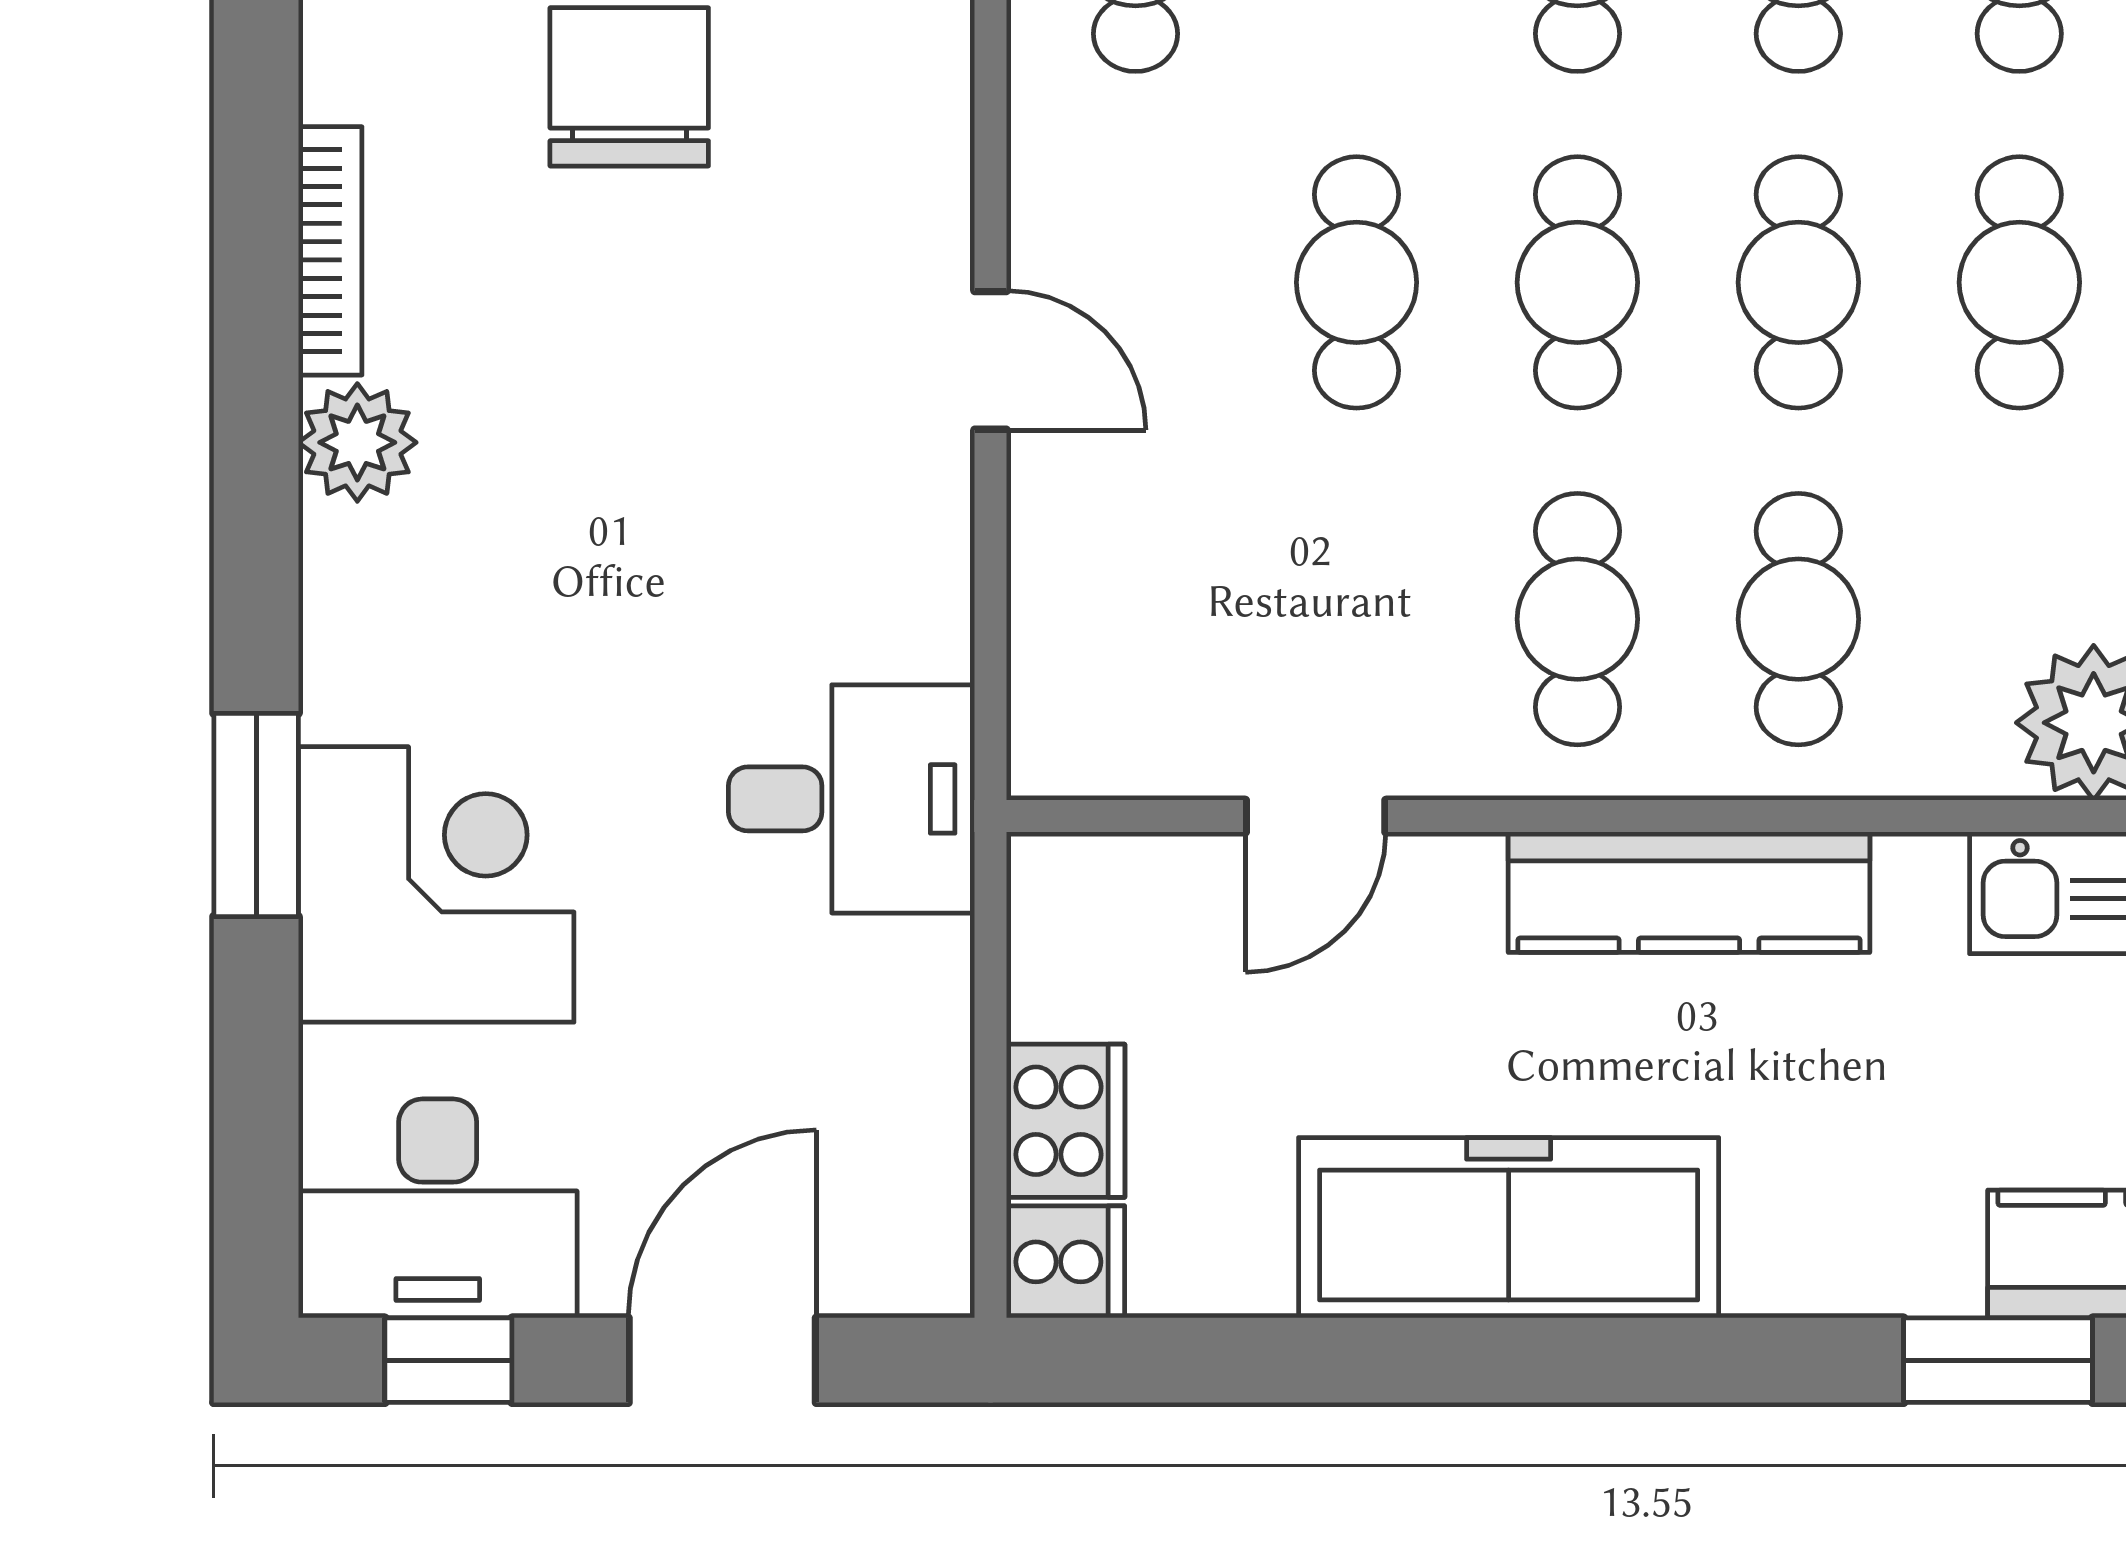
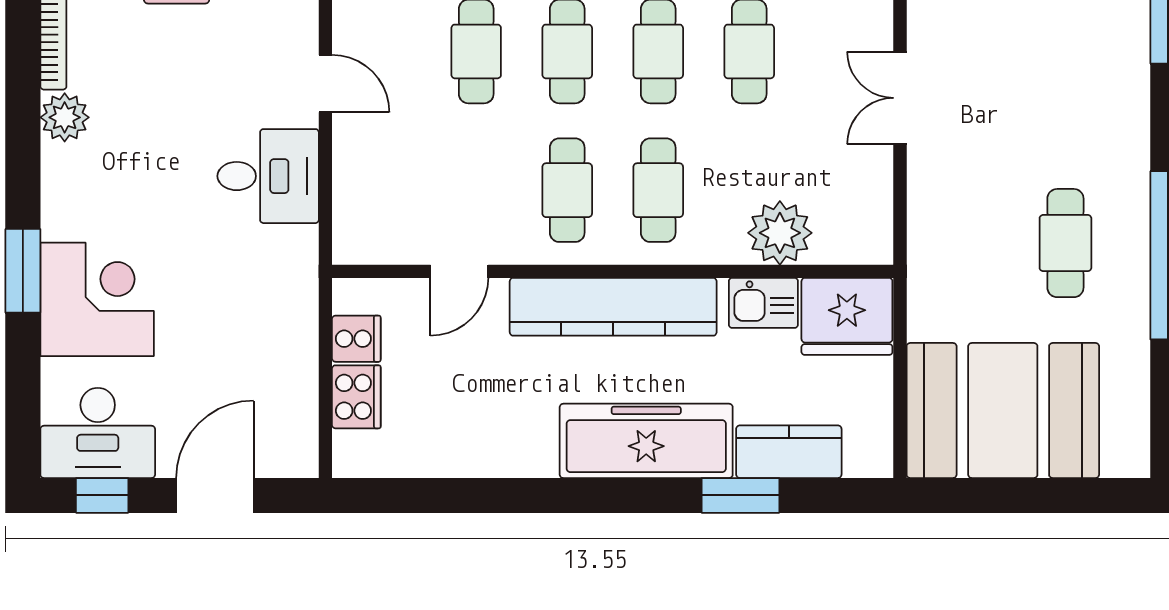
desk: (852, 799) -> (268, 176), moved
kitchen counter: (1689, 892) -> (613, 307), width x1.39, depth x1.17
freezer: (1509, 1228) -> (646, 441), moved
cooker: (1065, 1262) -> (356, 339), moved

